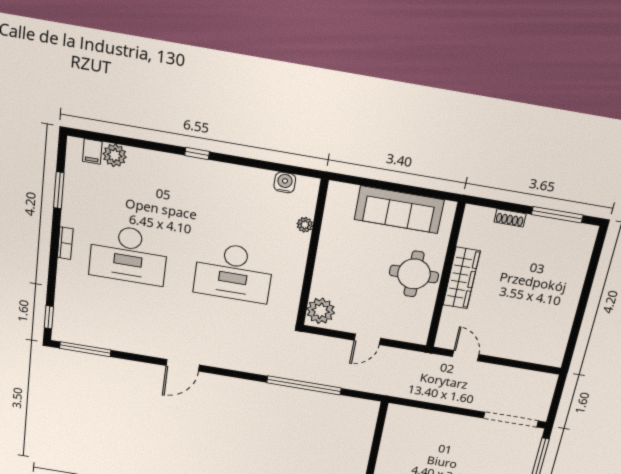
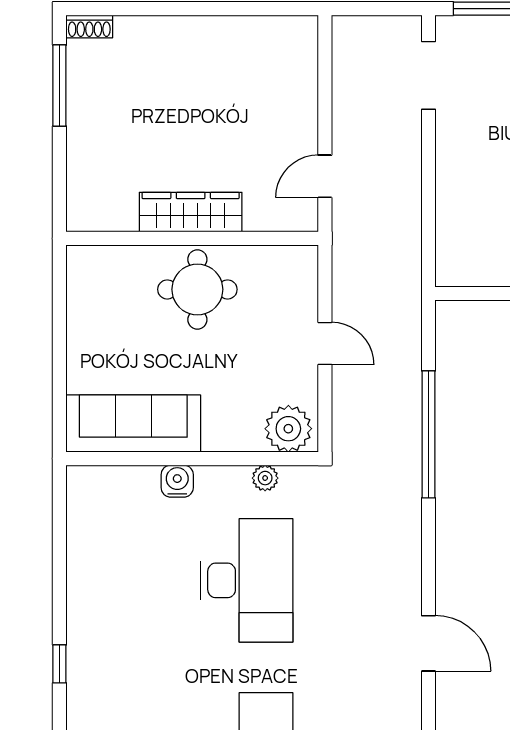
water cooler: (285, 182) -> (177, 481), moved, turned 90
sofa: (399, 210) -> (133, 423), moved, turned -90
shoe rack: (510, 218) -> (89, 26), moved, turned 90
plant: (305, 225) -> (265, 478), moved
doorway: (511, 420) -> (428, 75), width x0.73

